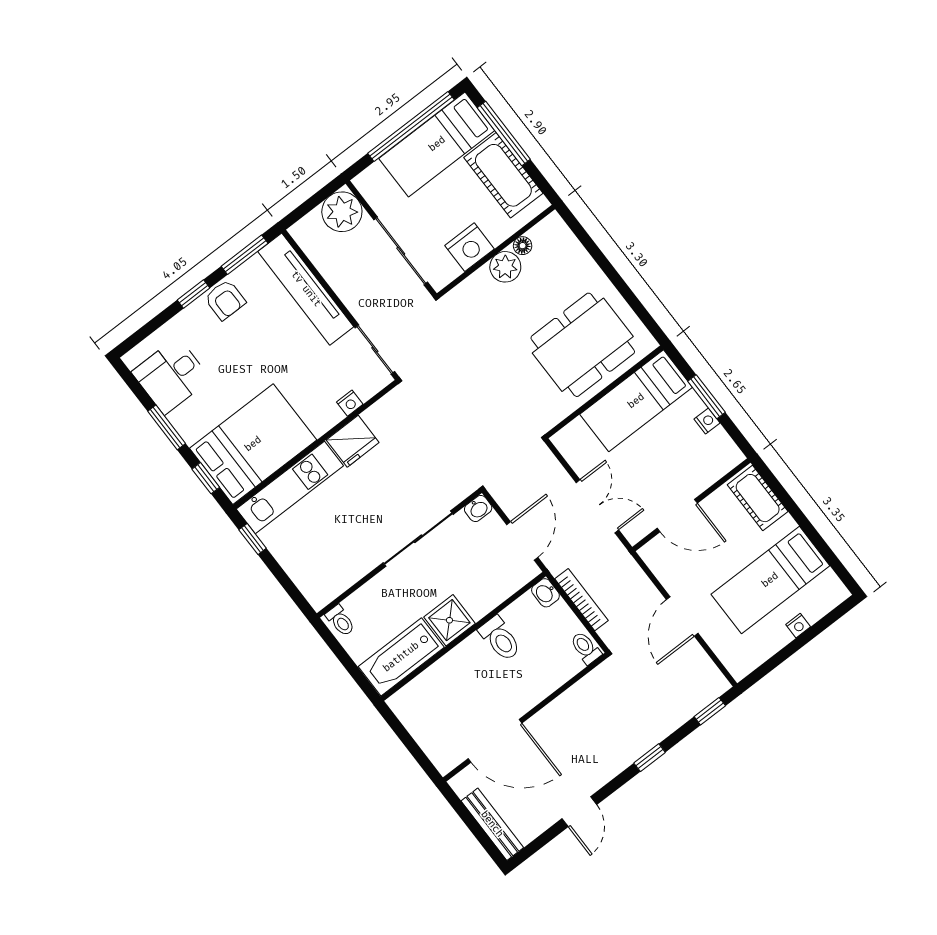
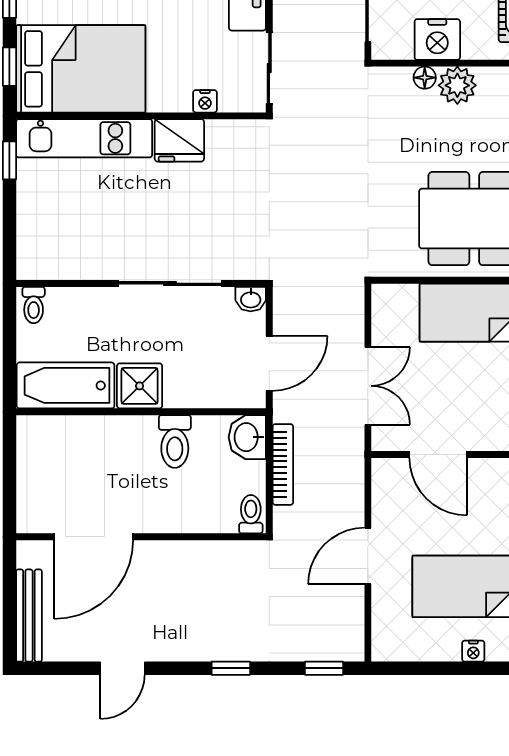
floor lamp: (523, 246) -> (425, 78), moved
washbasin: (545, 593) -> (247, 437), width x1.38, depth x1.45
door: (495, 741) -> (94, 537), hinge flipped

